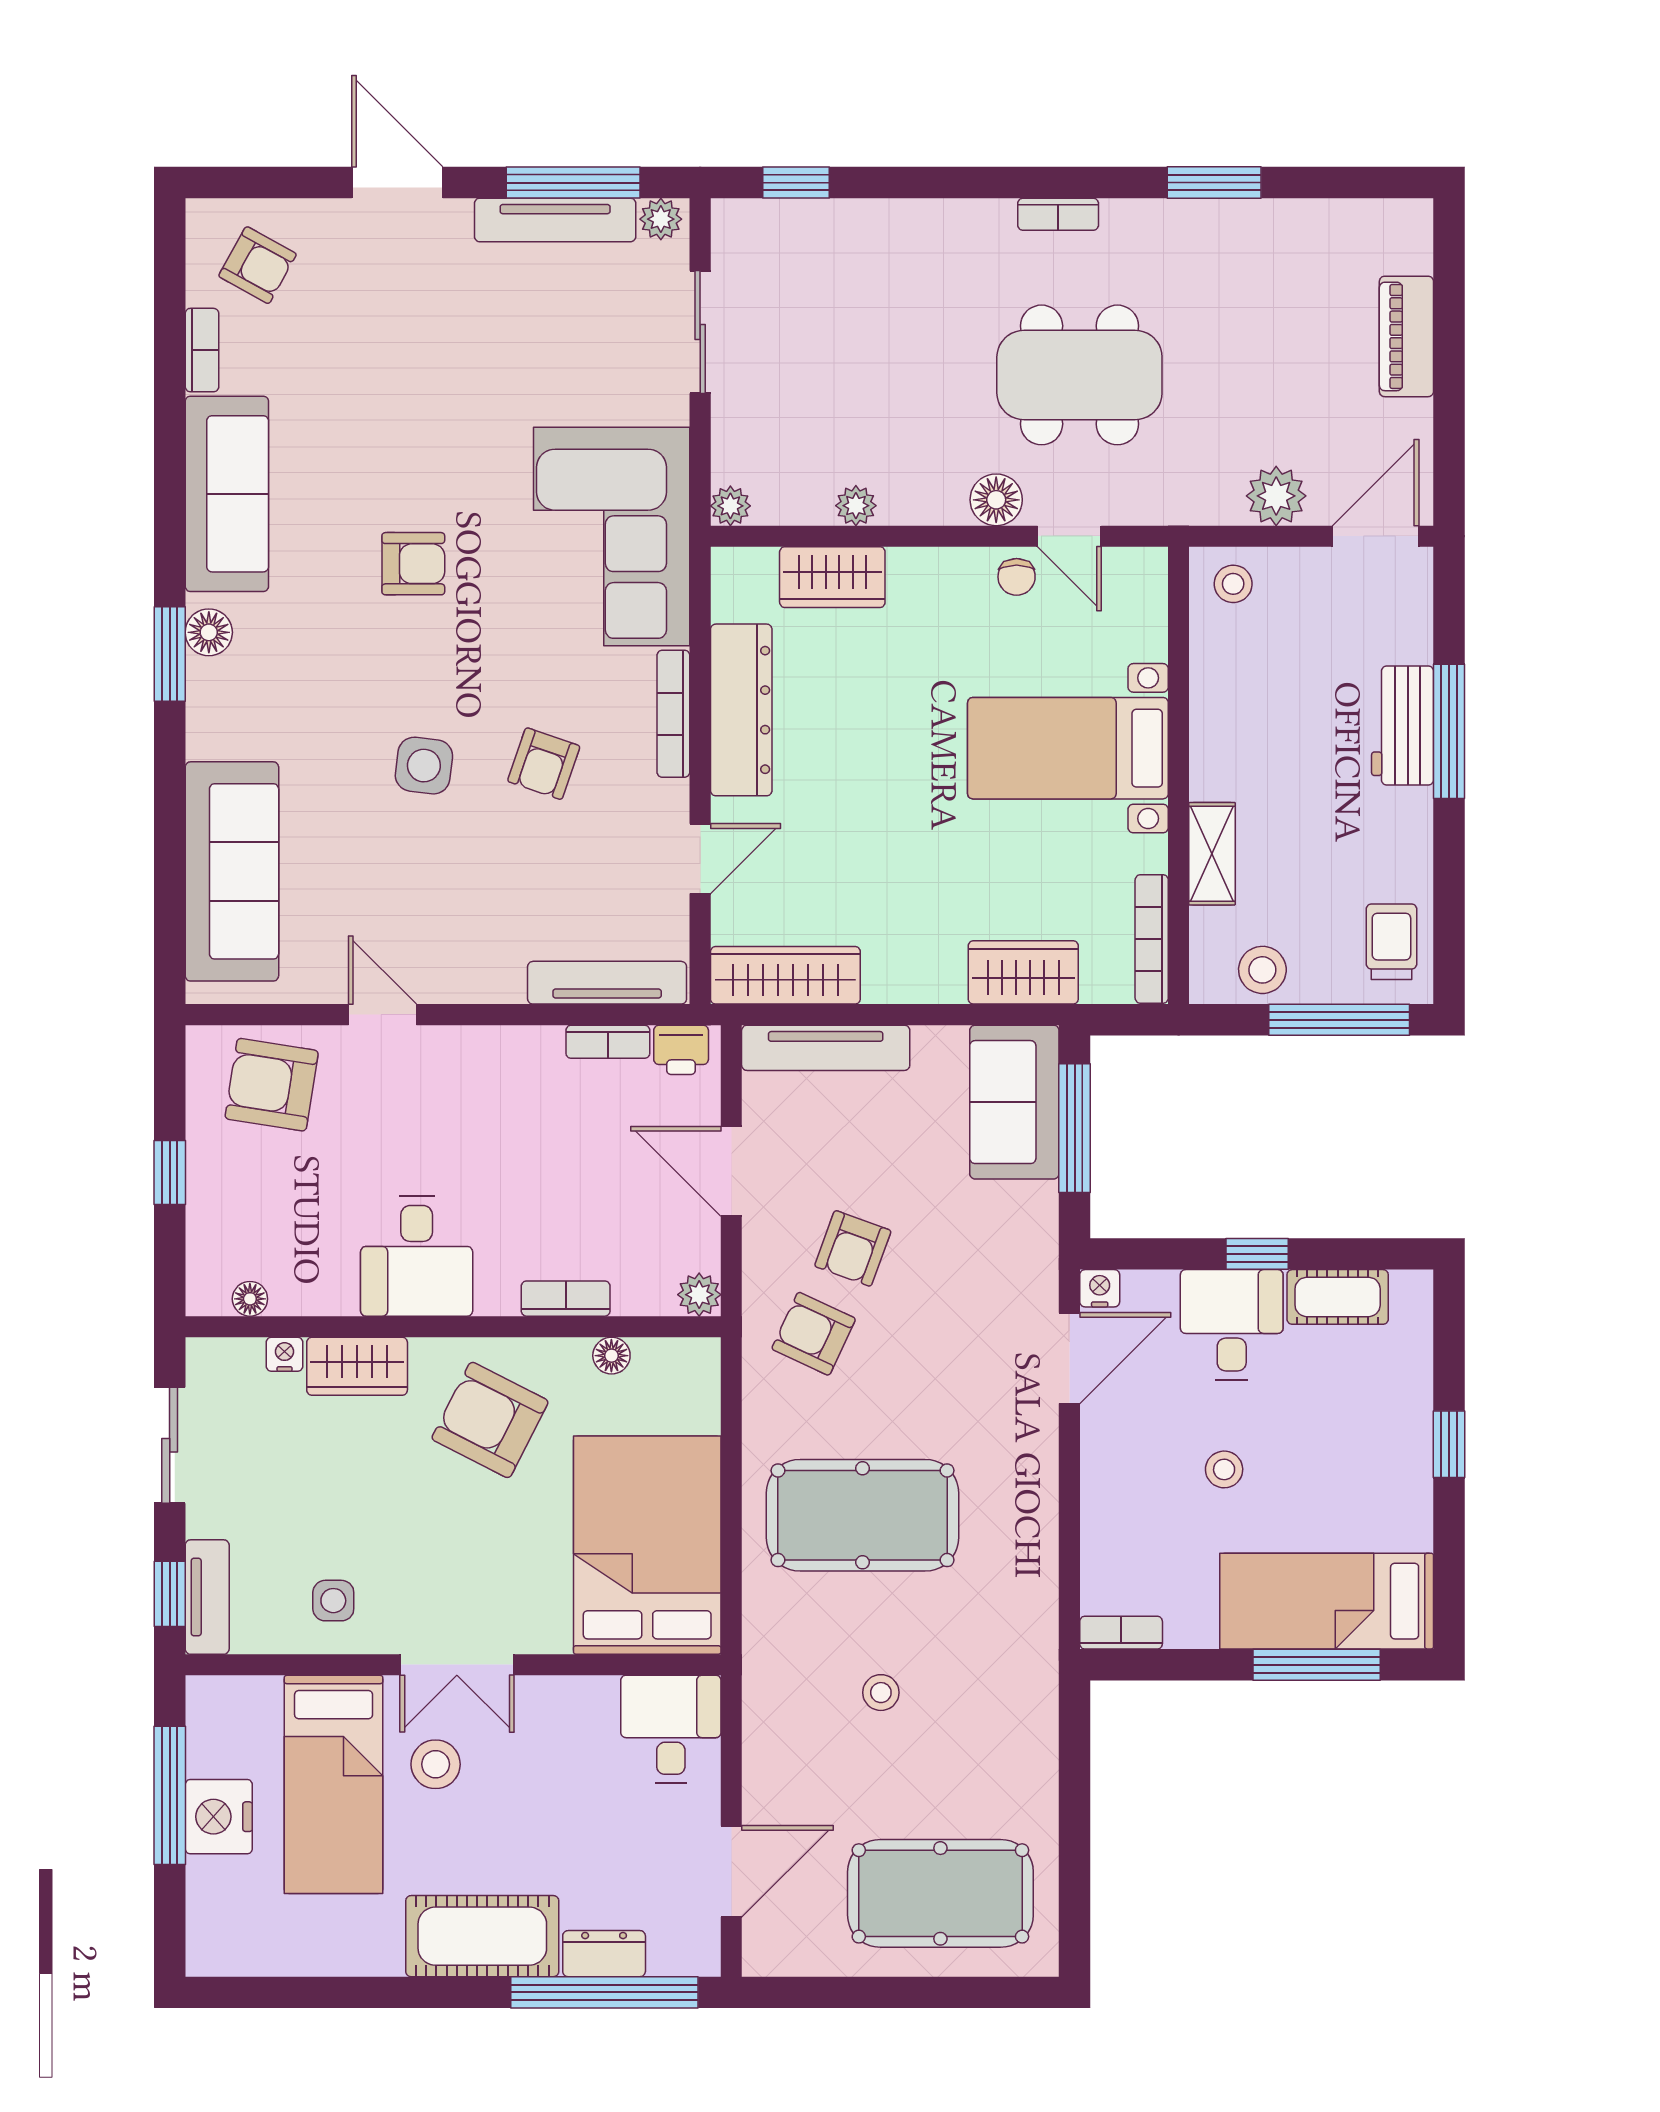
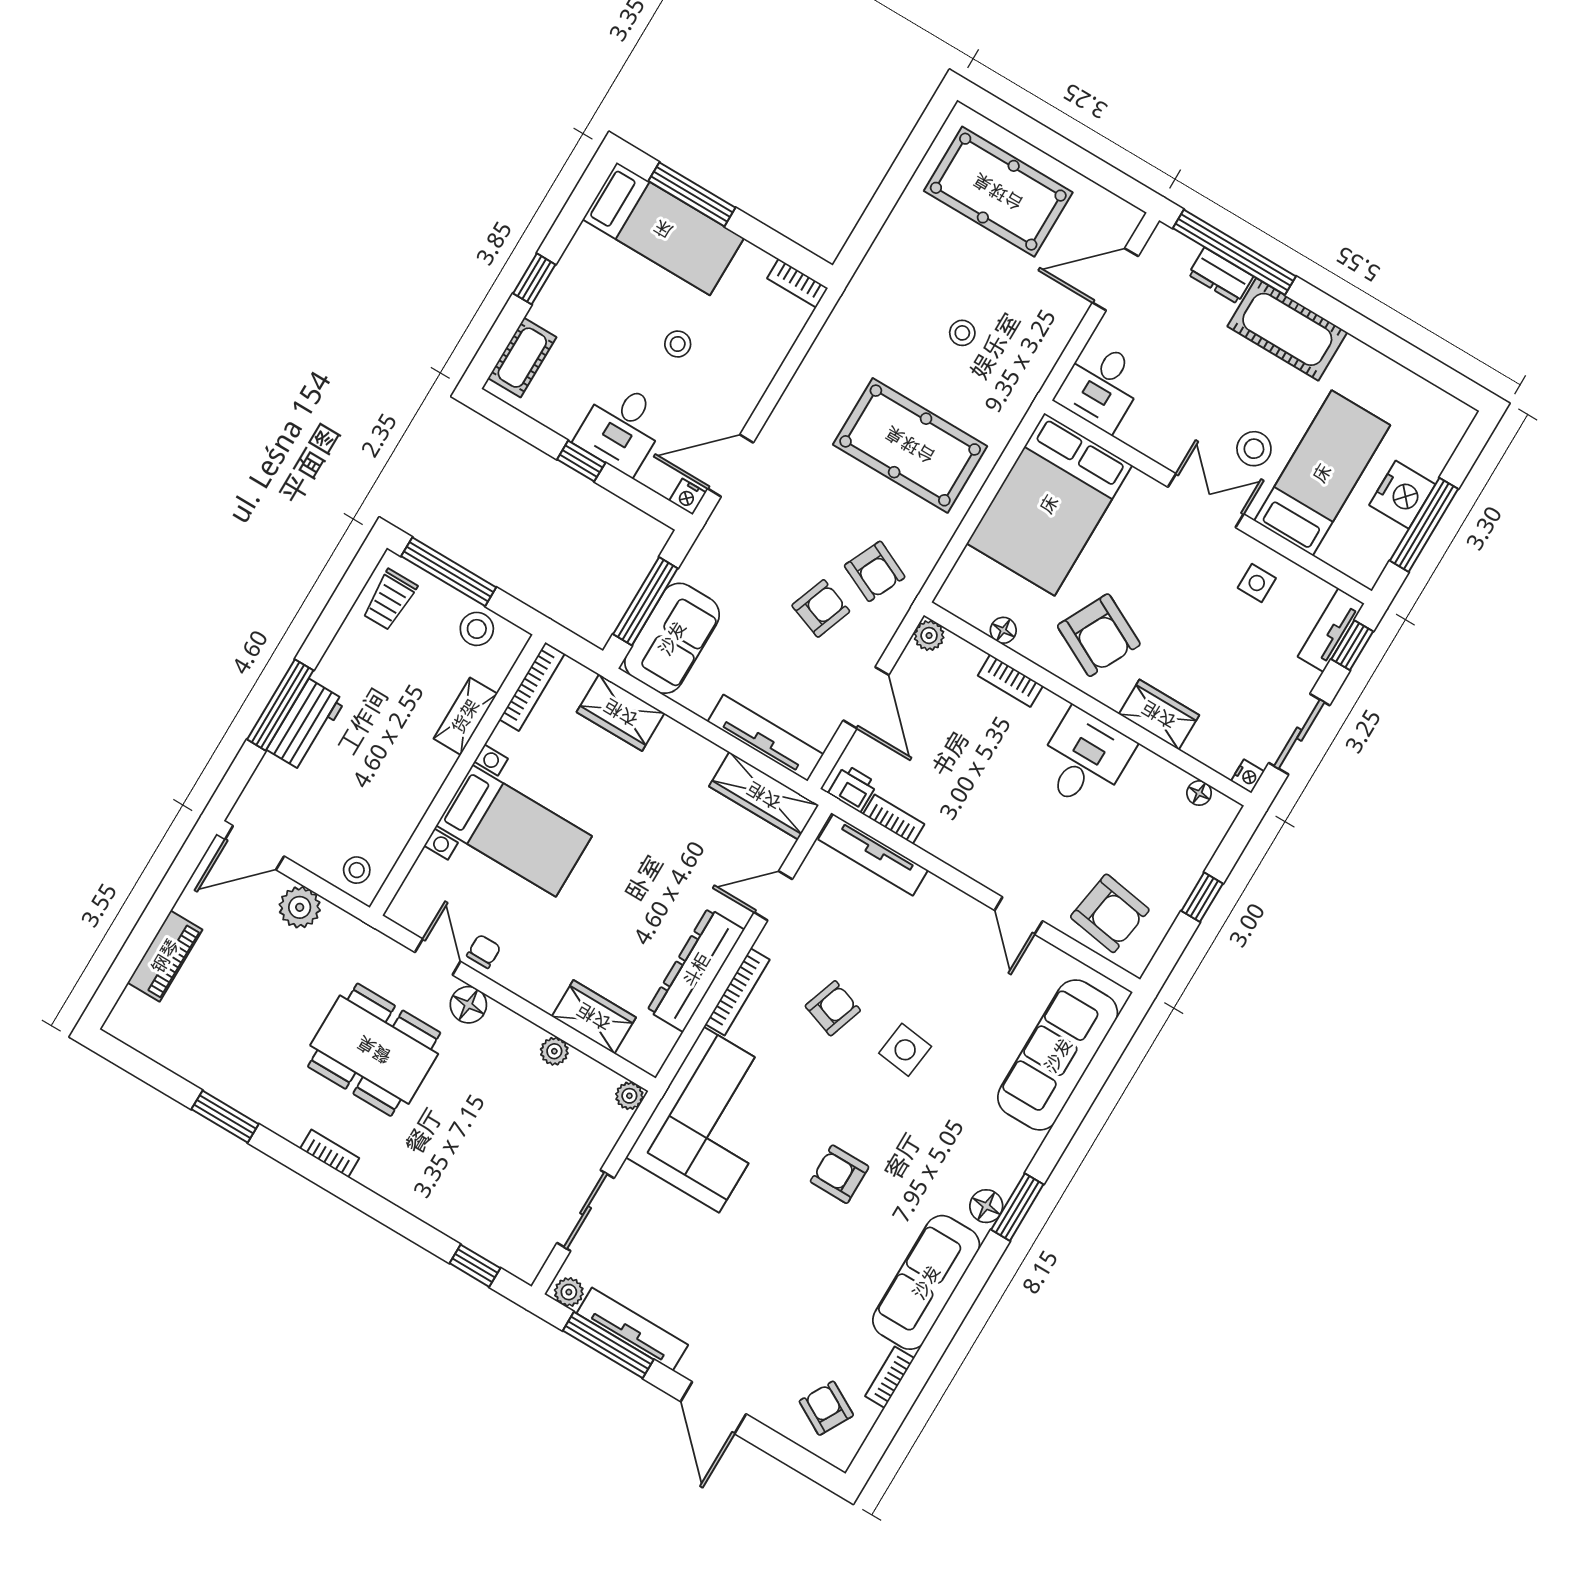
cot: (1338, 1297) -> (522, 358), moved, turned 90
nightstand: (285, 1354) -> (1248, 776), moved, turned -90

